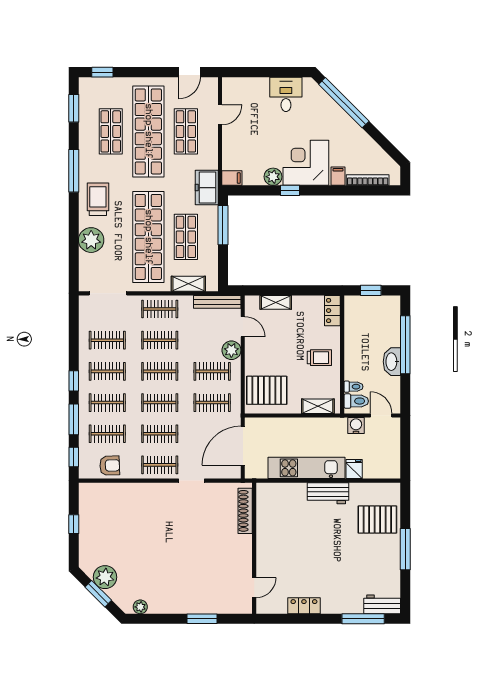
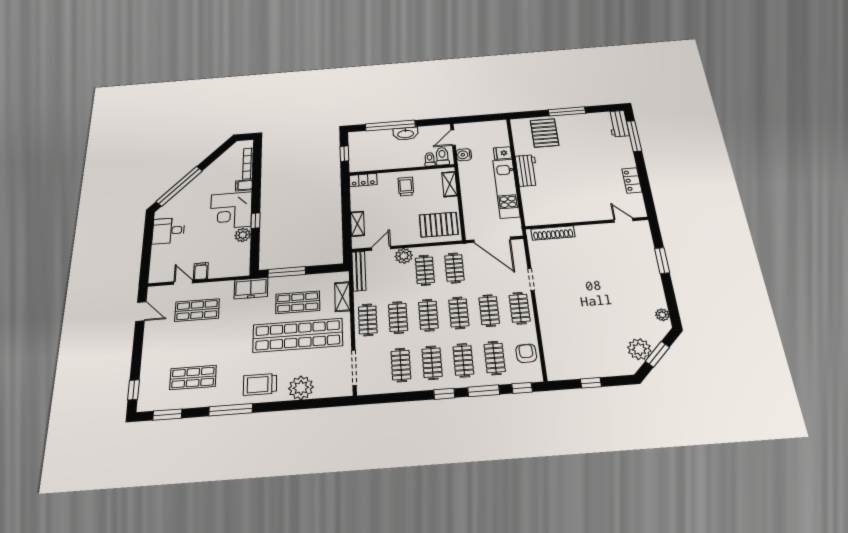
shop shelf: (148, 131) -> (195, 343), removed
filing cabinet: (232, 178) -> (201, 271), moved
pallet: (267, 390) -> (439, 225), turned 90

